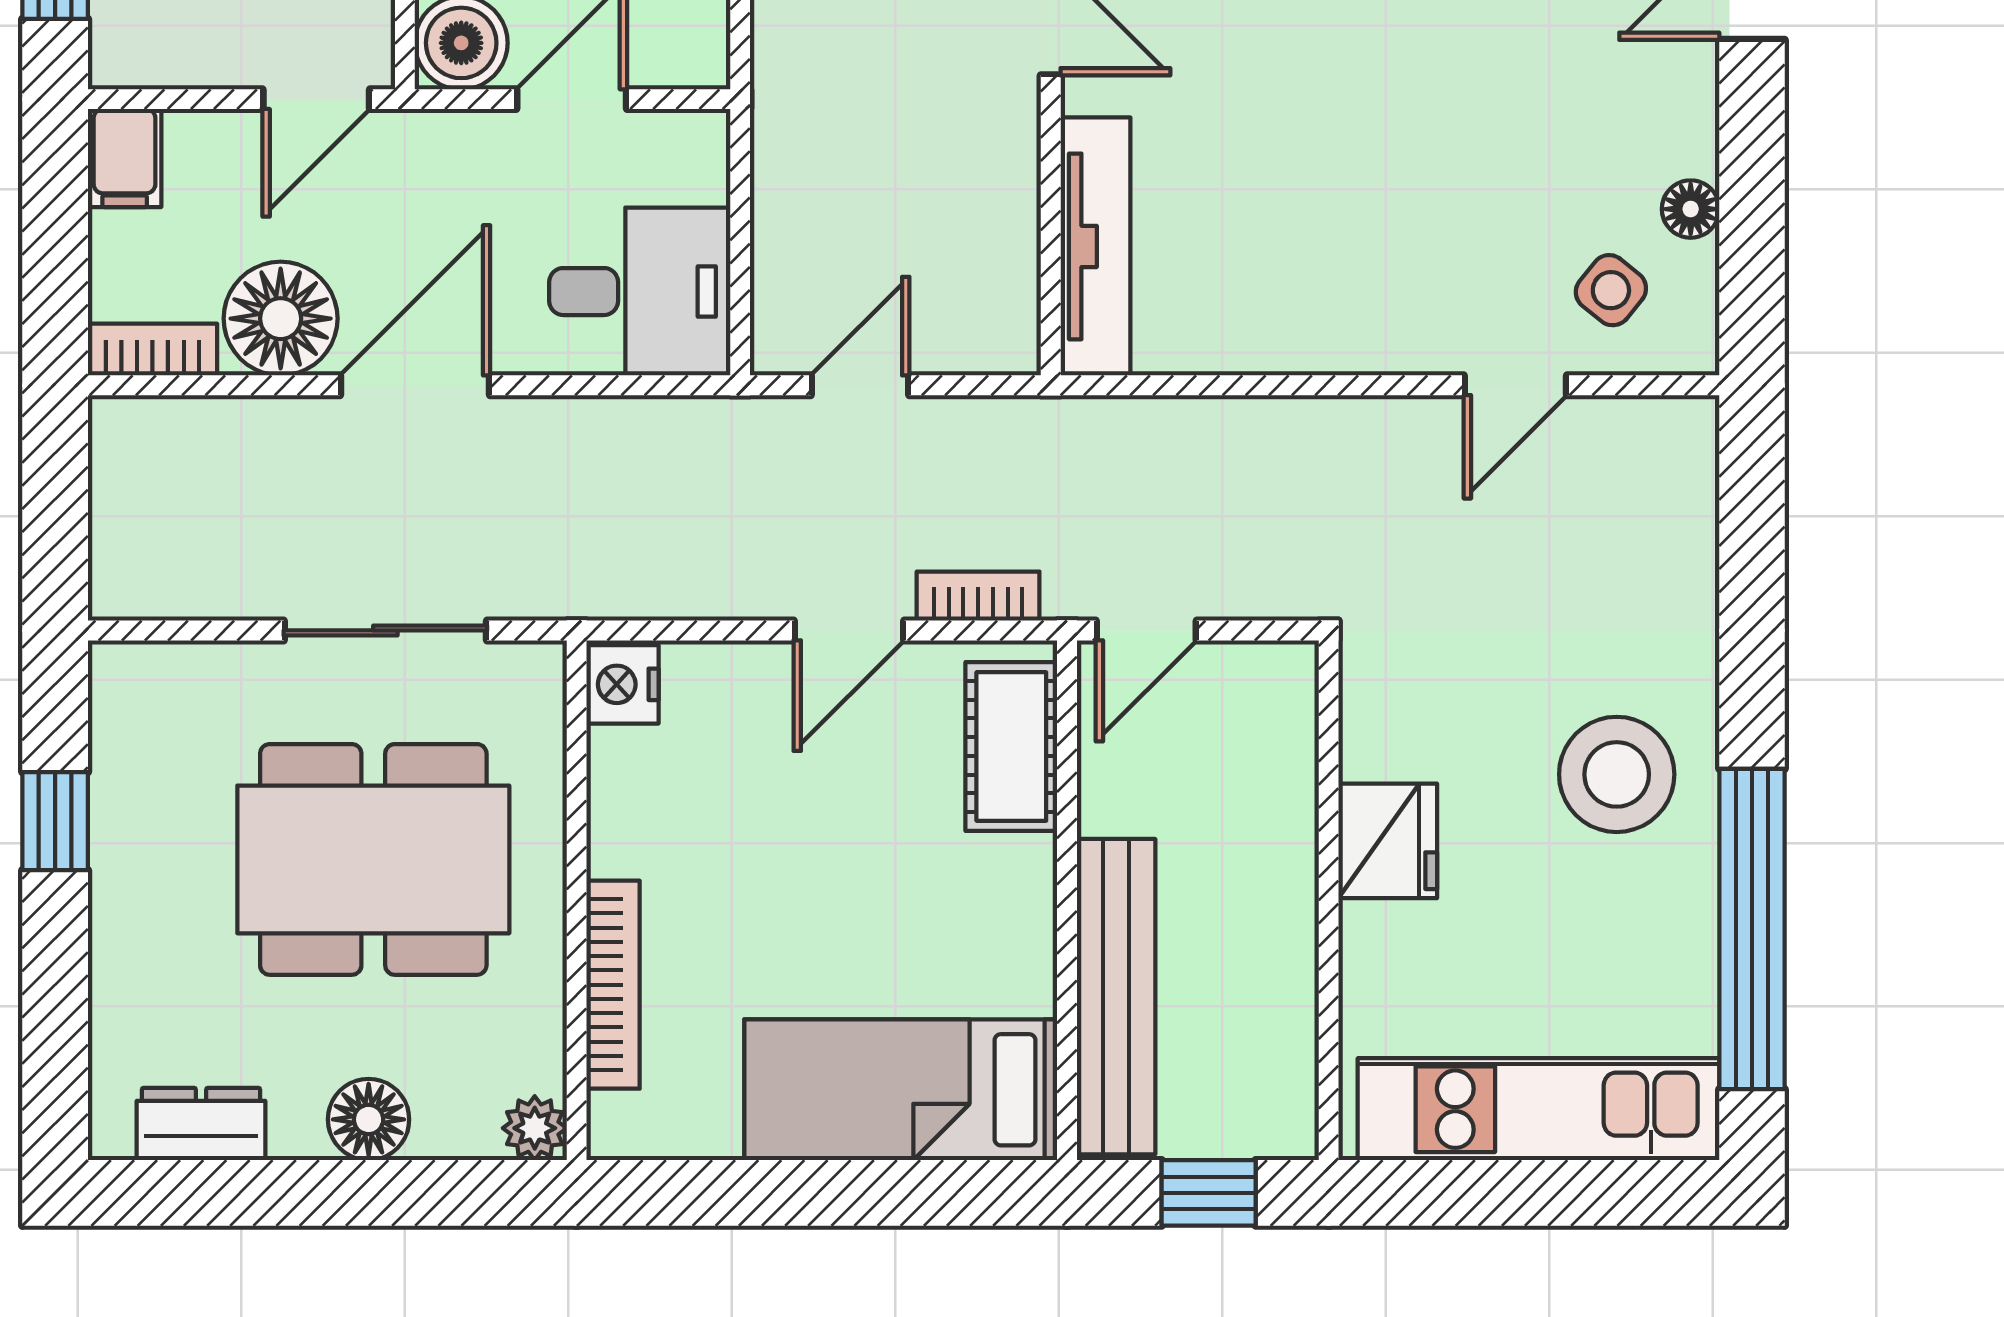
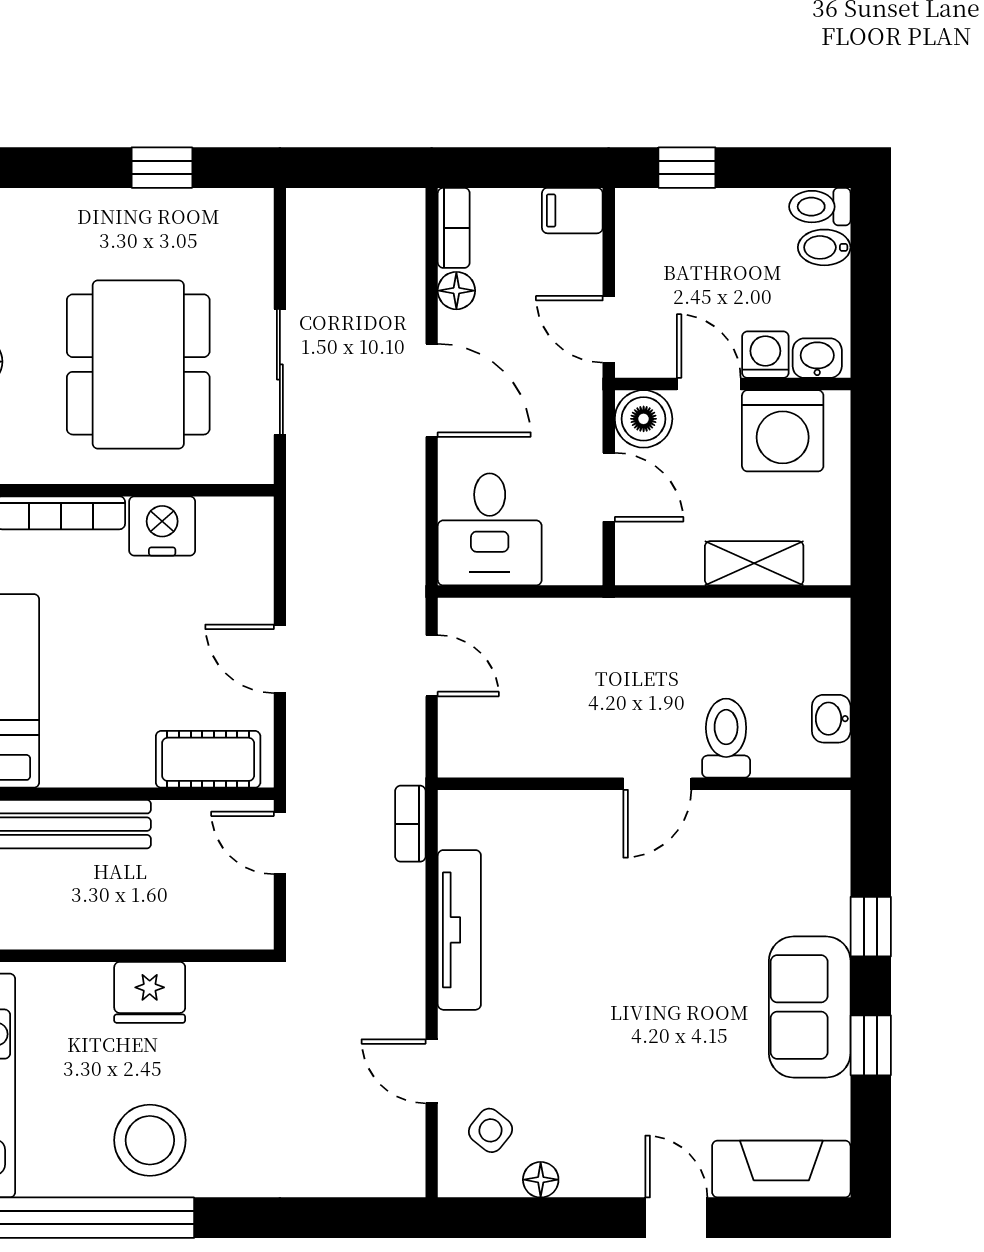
tv unit: (1095, 246) -> (459, 930), moved, turned -90
floor lamp: (281, 319) -> (456, 291), width x0.53, depth x0.53
bookcase: (978, 596) -> (410, 824), moved, turned 180
nightstand: (623, 684) -> (162, 526), moved, width x1.36, depth x1.33
stool: (1617, 774) -> (150, 1140), moved

